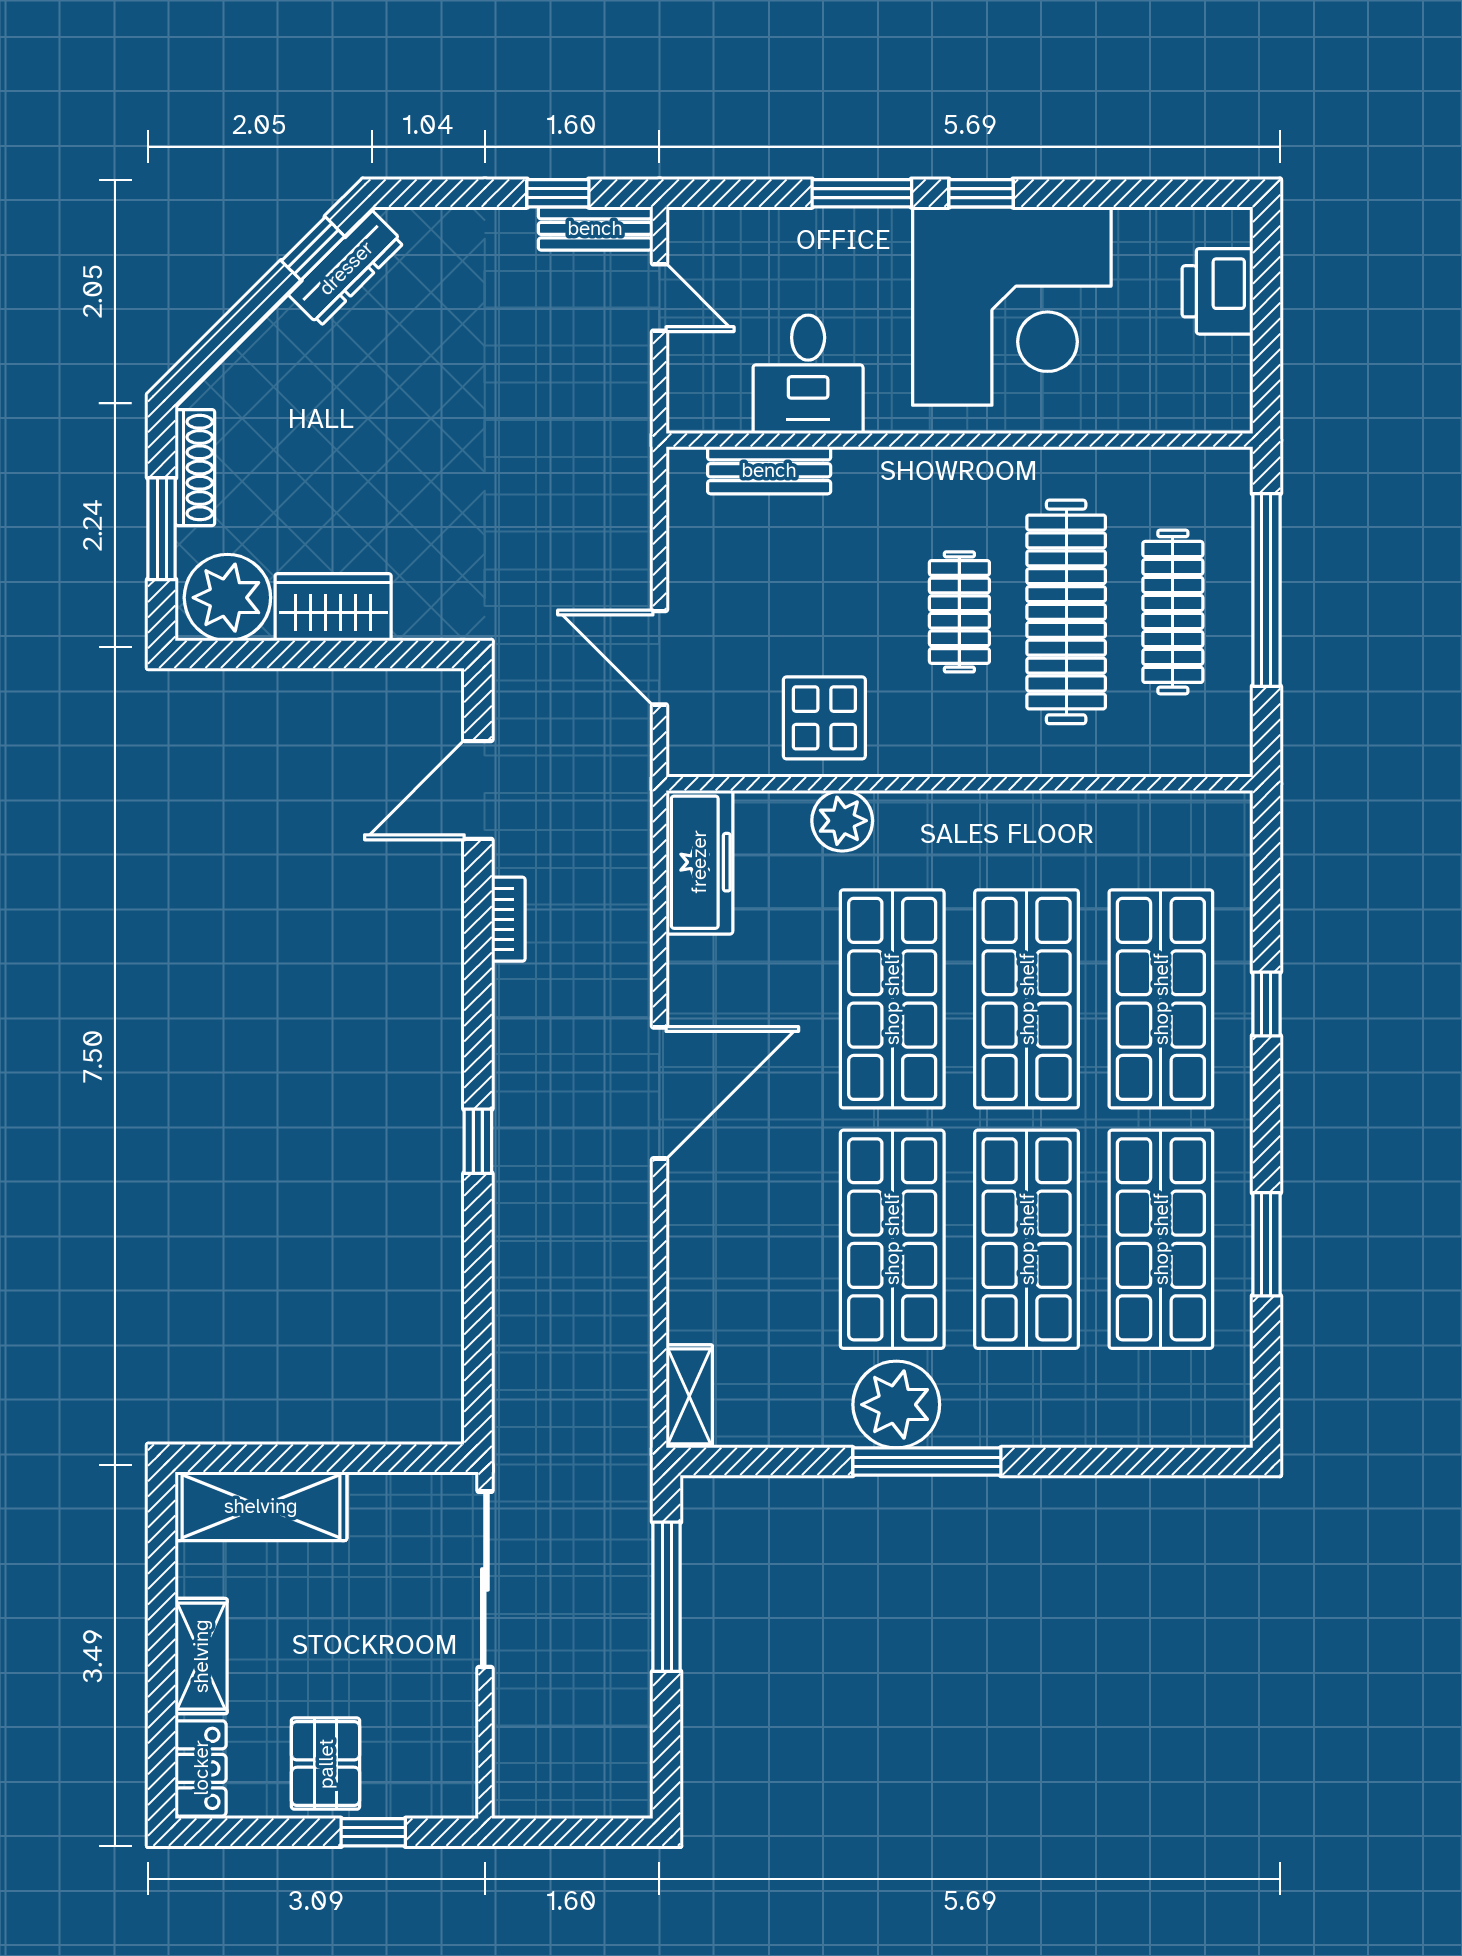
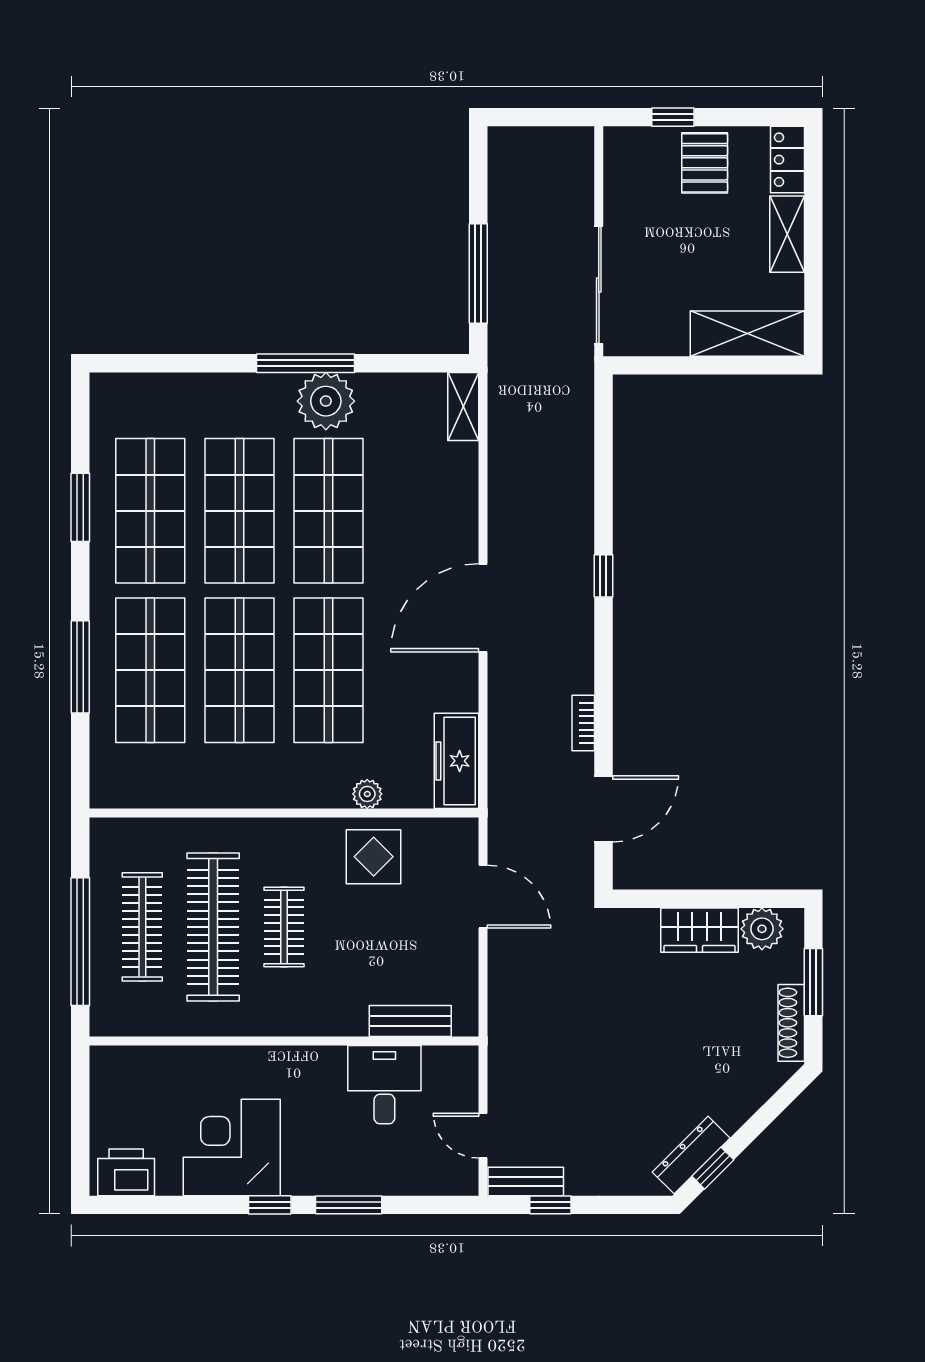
printer: (1217, 291) -> (126, 1172), moved, turned -90
corner desk: (1012, 306) -> (232, 1147), width x0.74, depth x0.74
plant: (227, 598) -> (762, 929), width x0.73, depth x0.73
plant: (842, 821) -> (367, 794), width x0.73, depth x0.73
window: (1266, 1004) -> (80, 667), width x2.17

